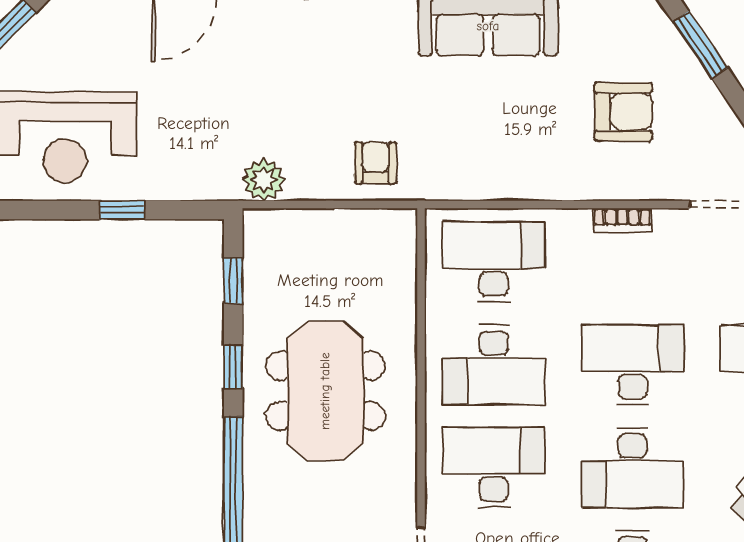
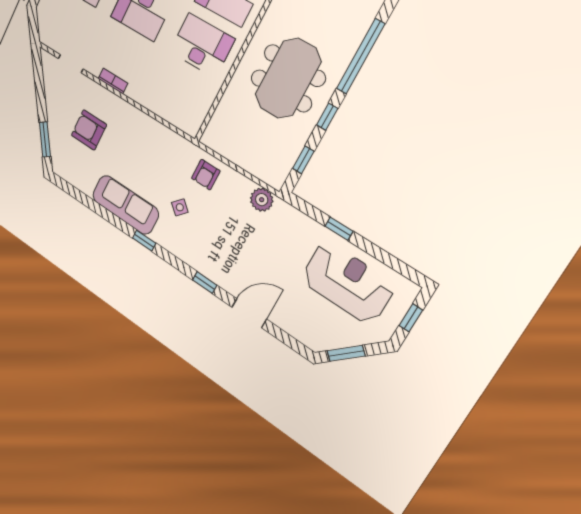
side table: (390, 83) -> (180, 207), added
desk: (494, 262) -> (177, 95), removed

